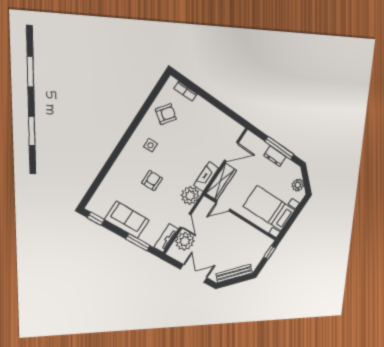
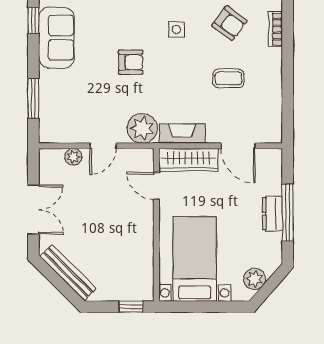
coffee table: (194, 134) -> (228, 78), added
sofa: (127, 220) -> (56, 38), moved
tv unit: (166, 238) -> (62, 134), removed
plant: (185, 241) -> (73, 157), width x0.53, depth x0.53

